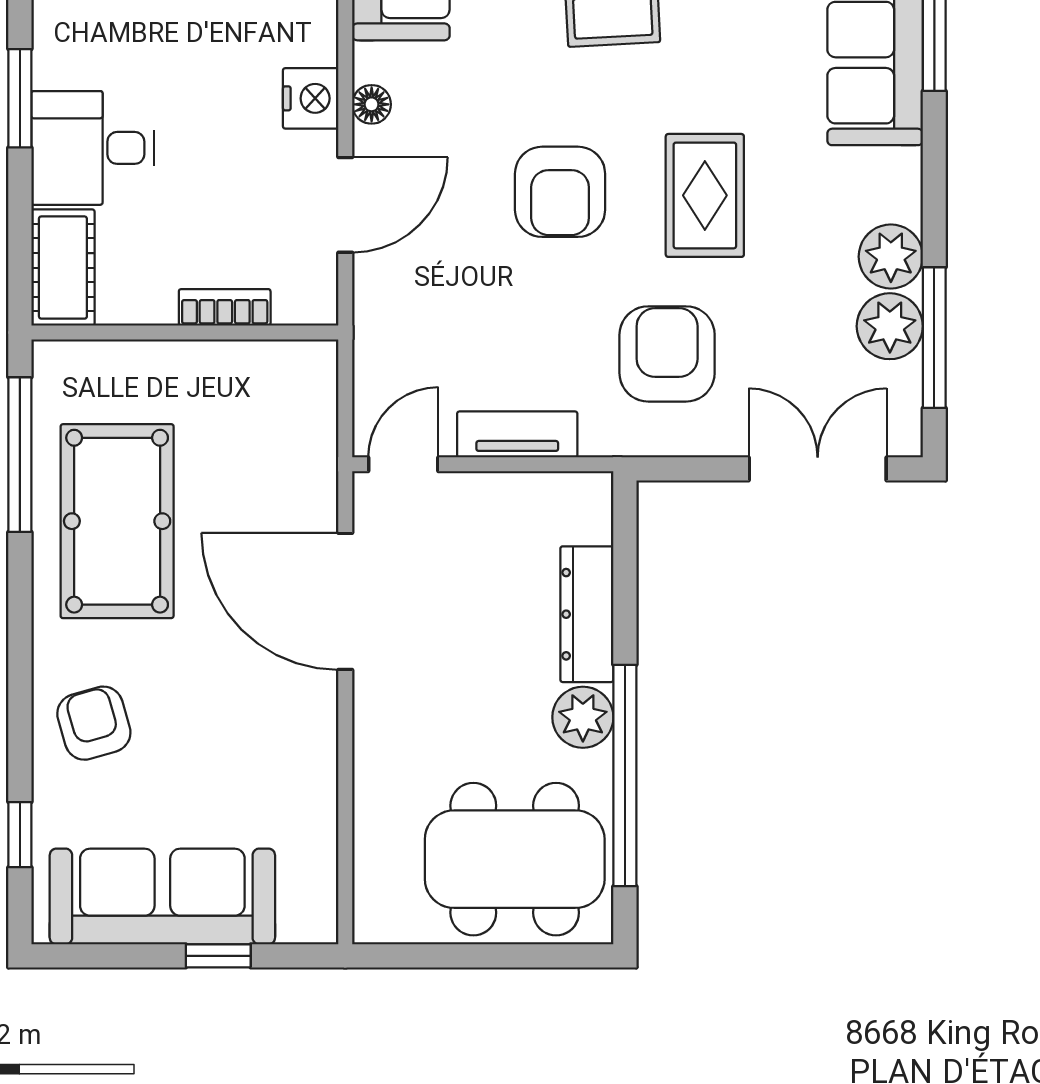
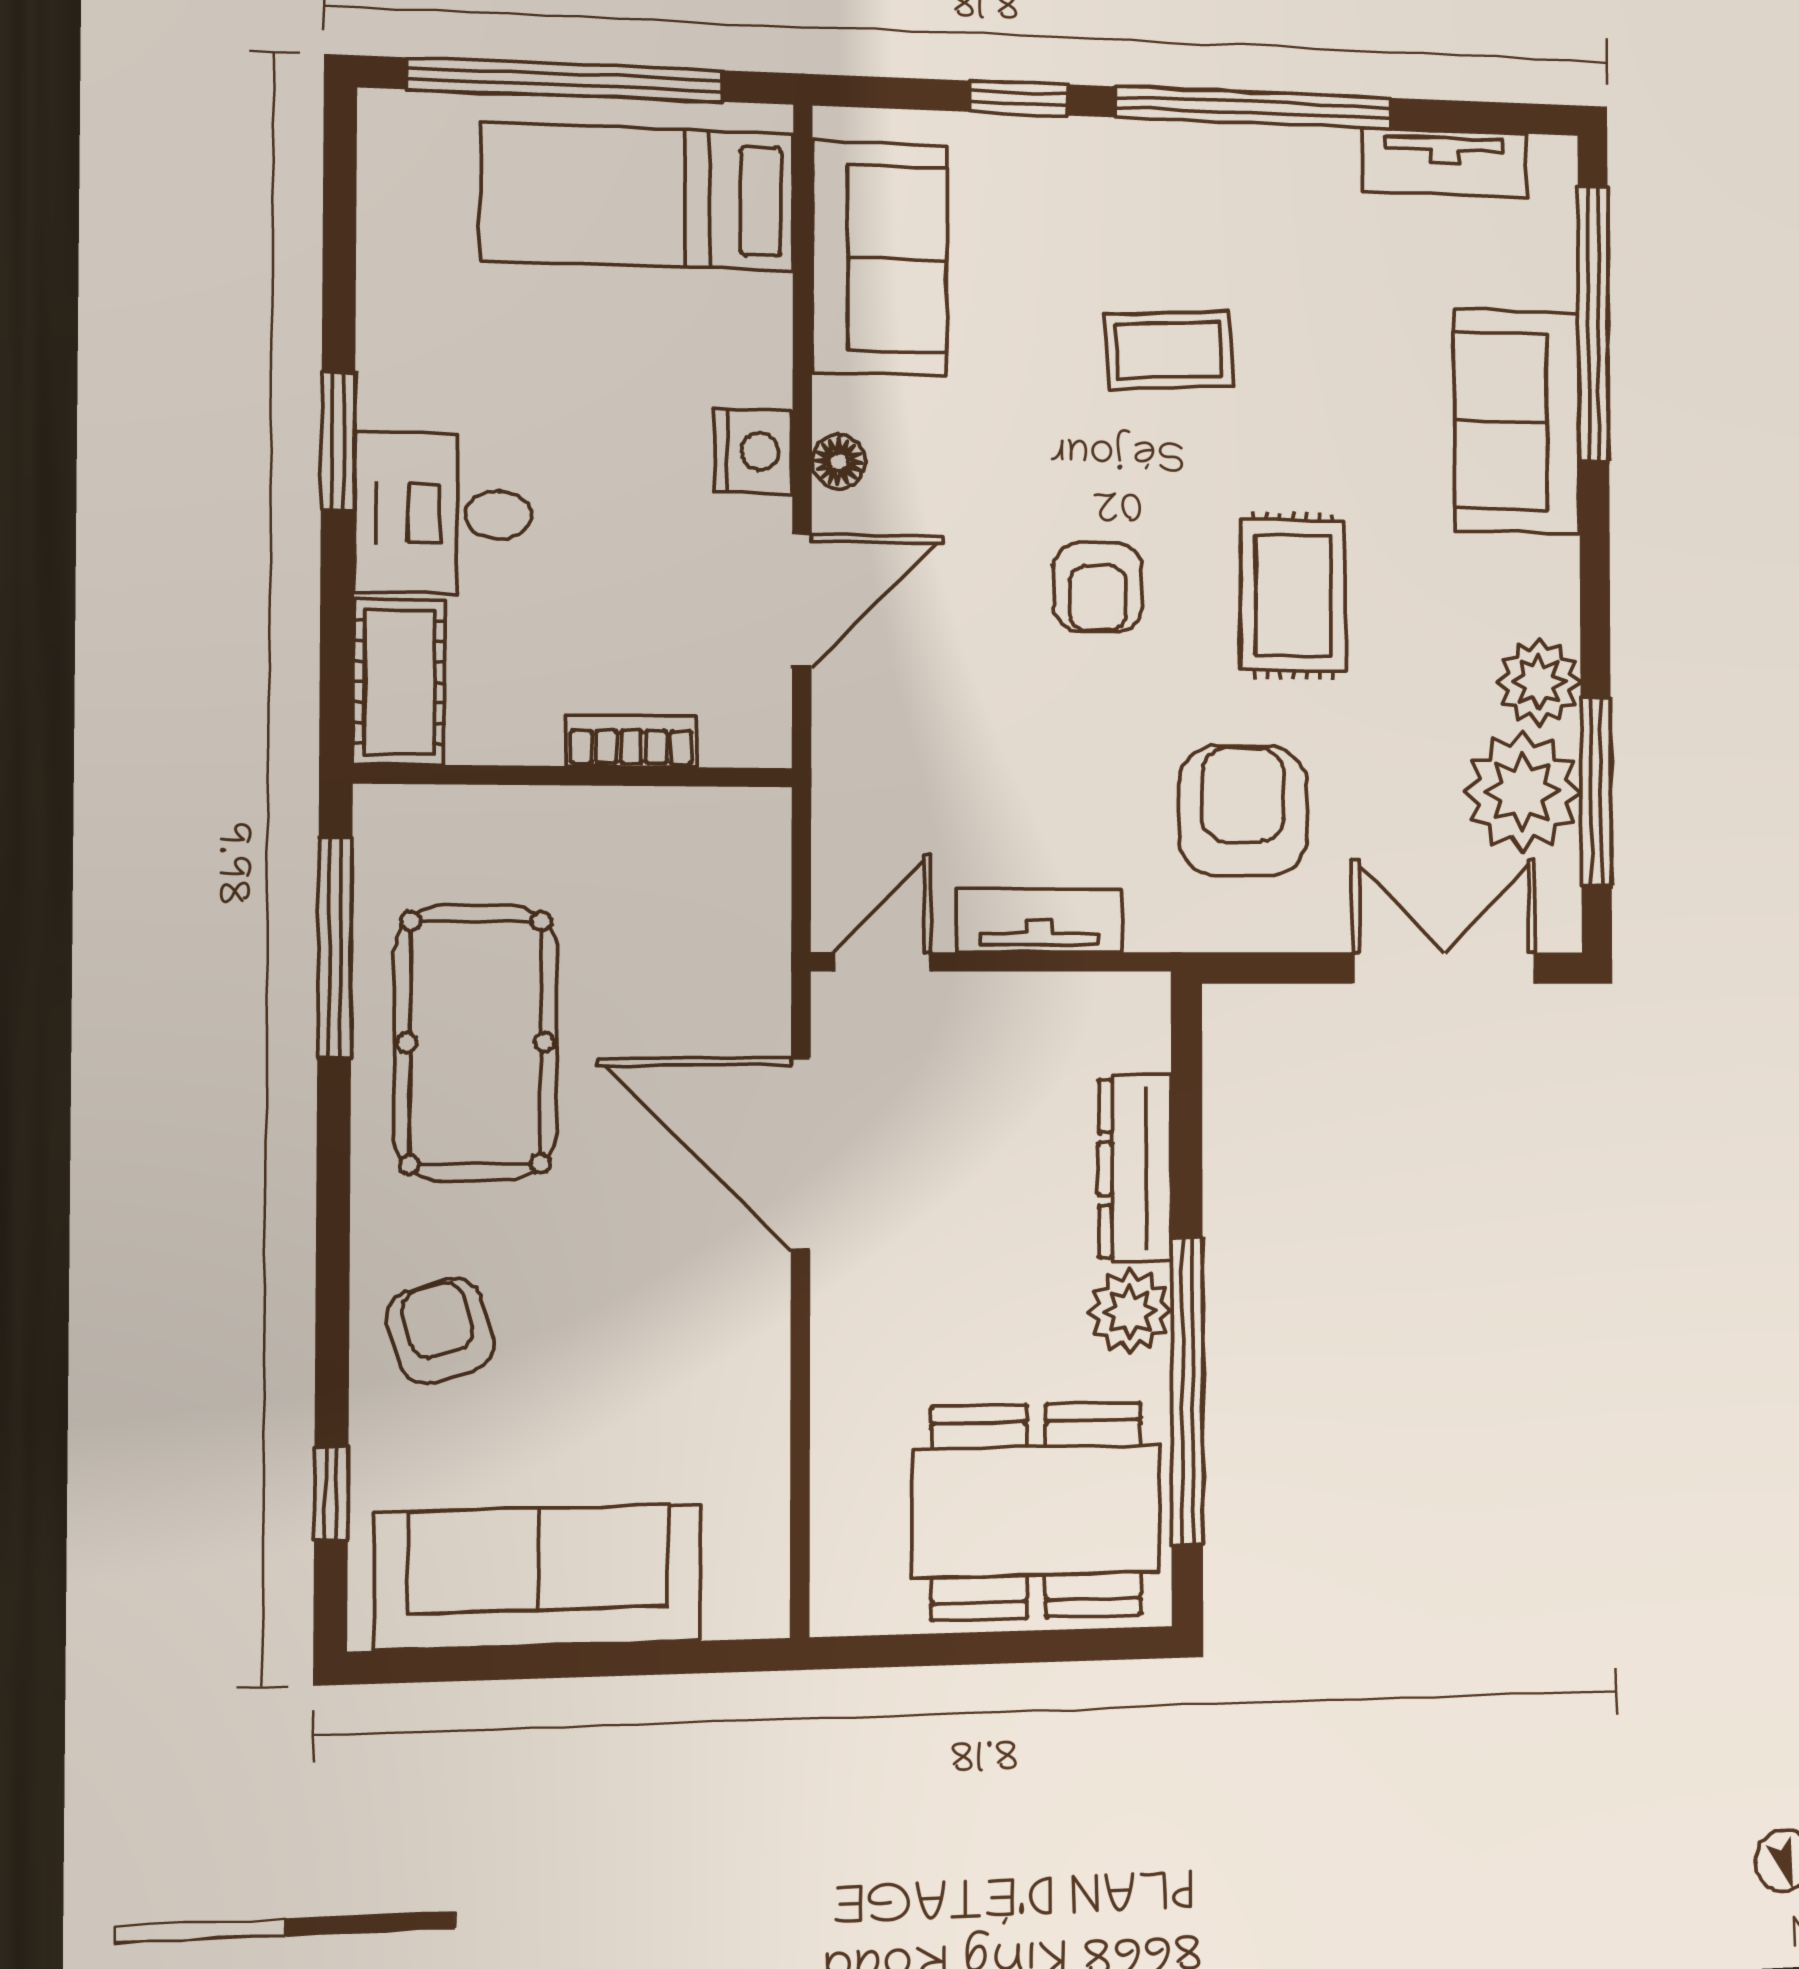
armchair: (560, 192) -> (1098, 587), width x0.72, depth x0.72
plant: (890, 326) -> (1522, 792), width x1.36, depth x1.36
window: (218, 956) -> (619, 1660), removed

